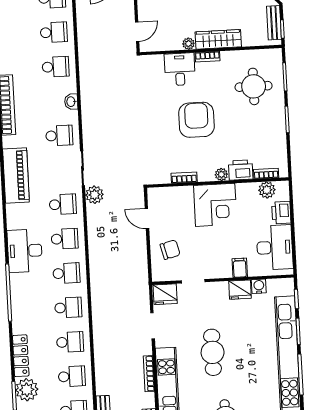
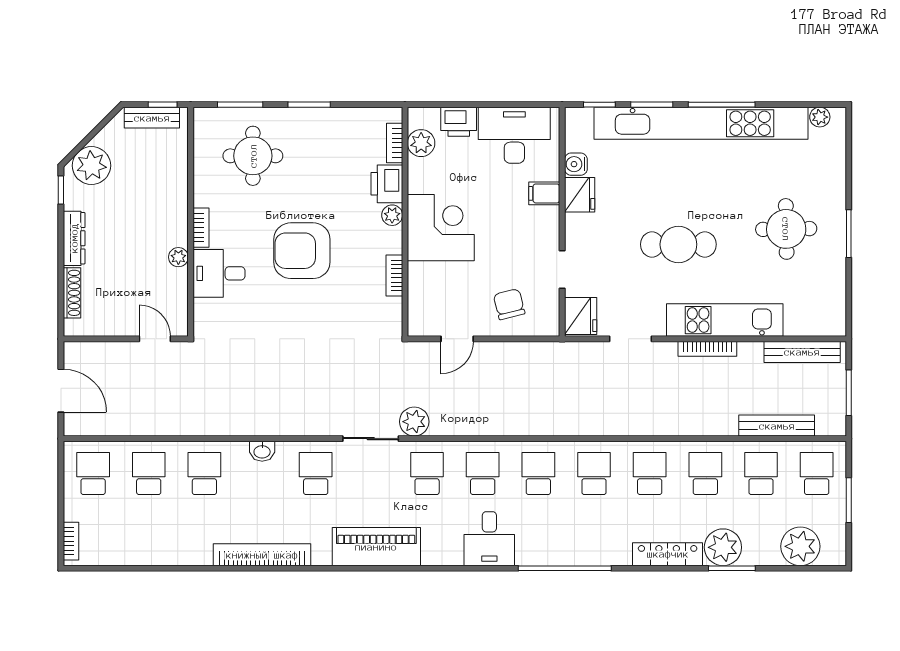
wardrobe: (218, 39) -> (174, 209), removed
desk: (25, 251) -> (489, 539), width x0.73

